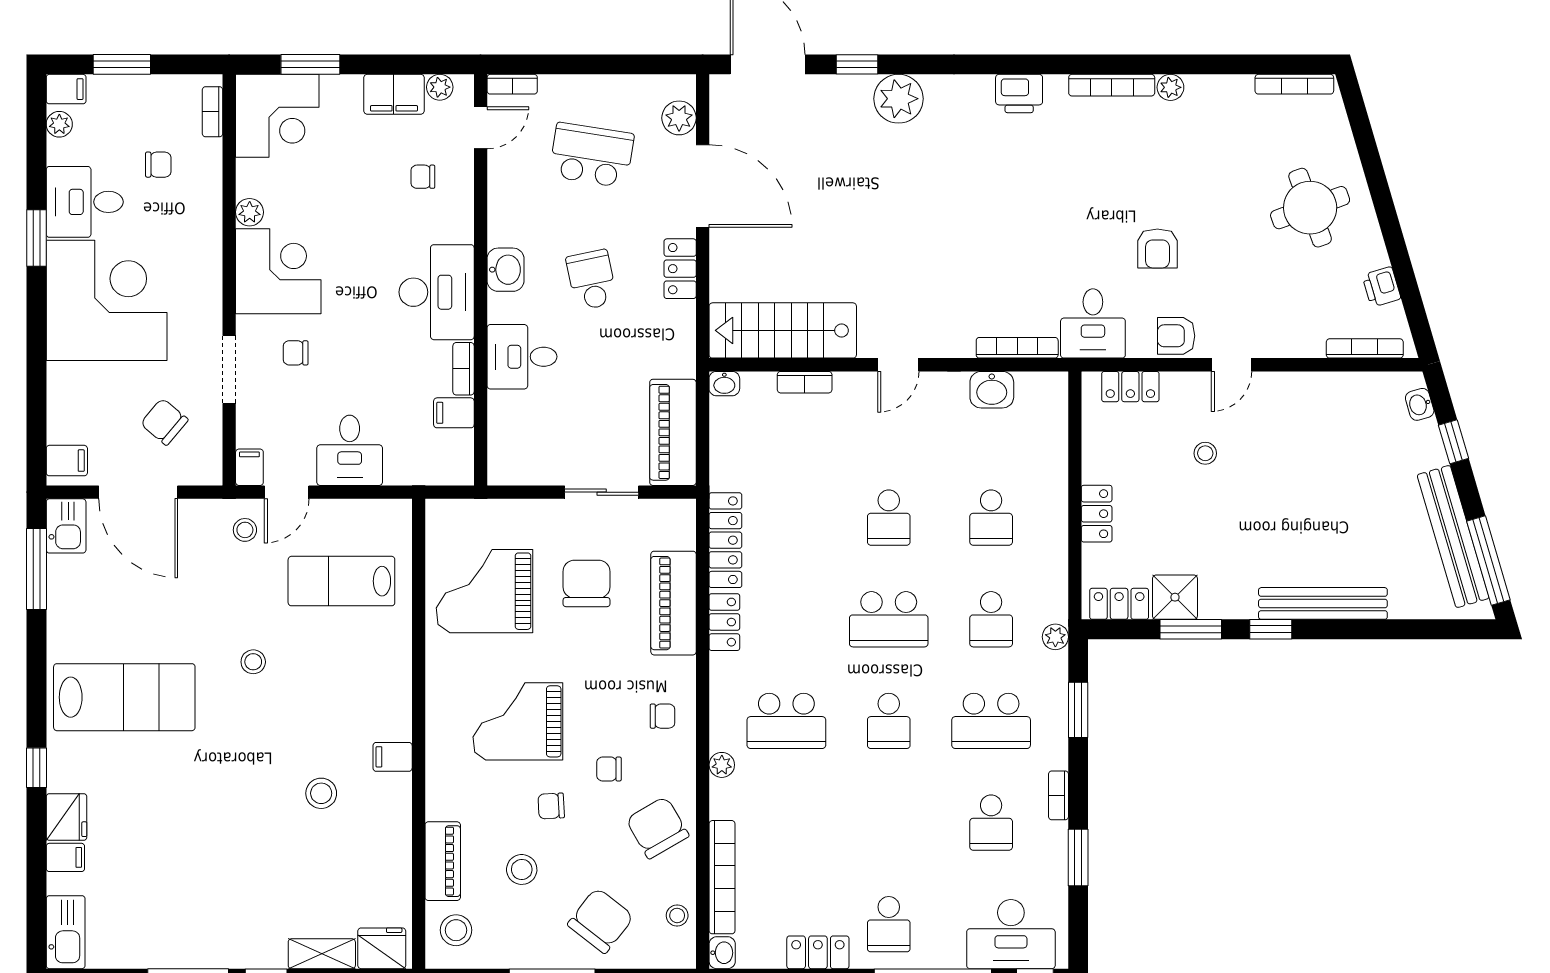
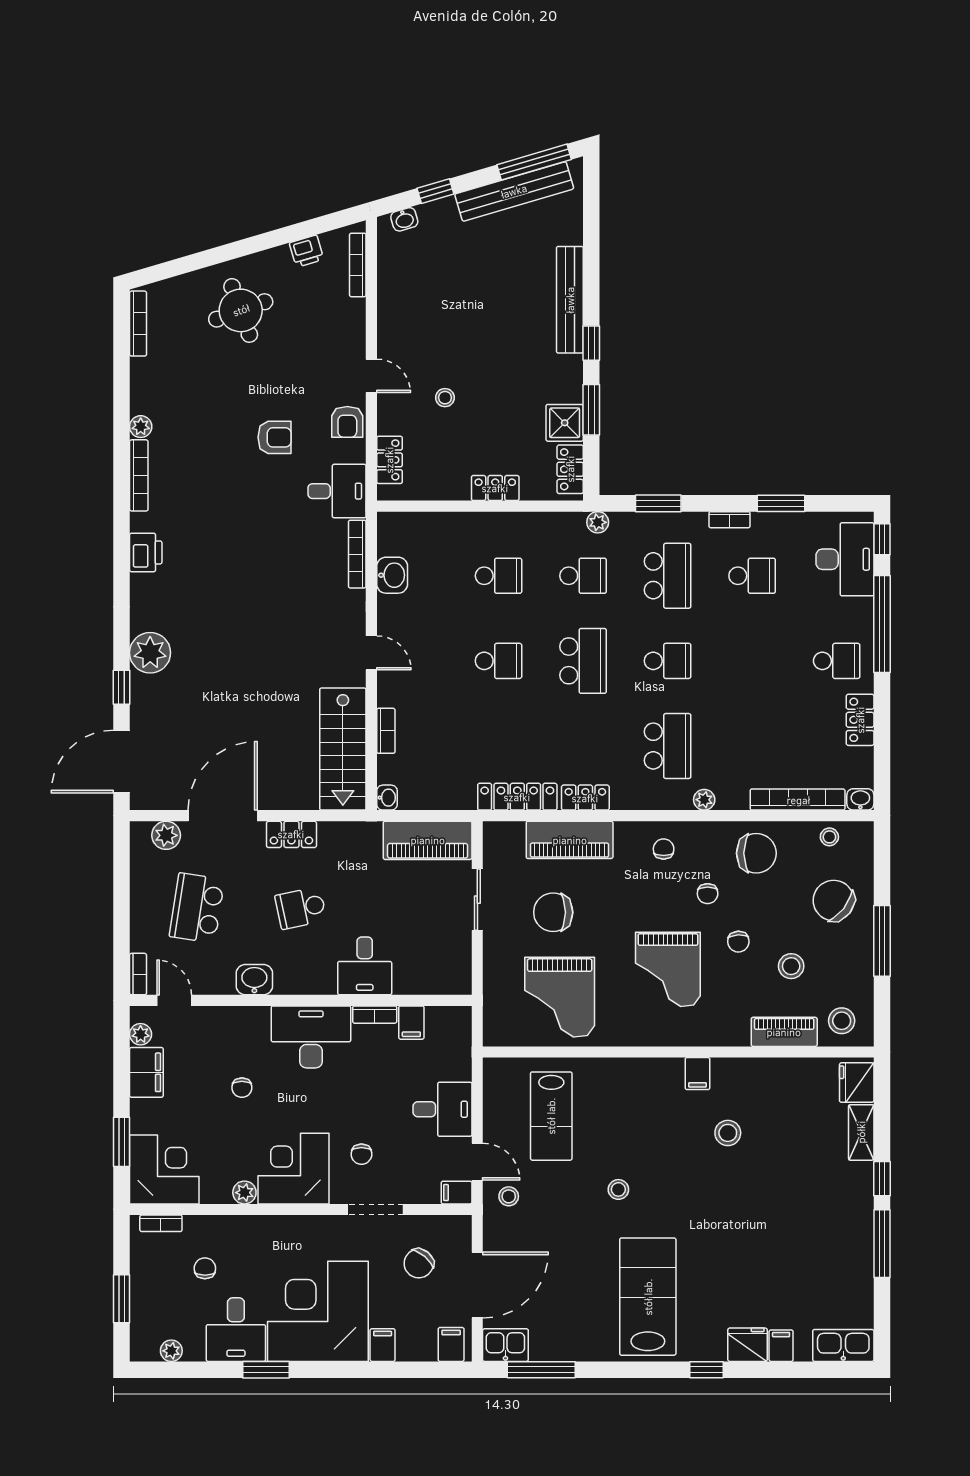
filing cabinet: (66, 89) -> (383, 1345), moved
chair: (423, 177) -> (242, 1088), moved
washbasin: (505, 270) -> (254, 980), moved
chair: (657, 828) -> (756, 853), turned -150

